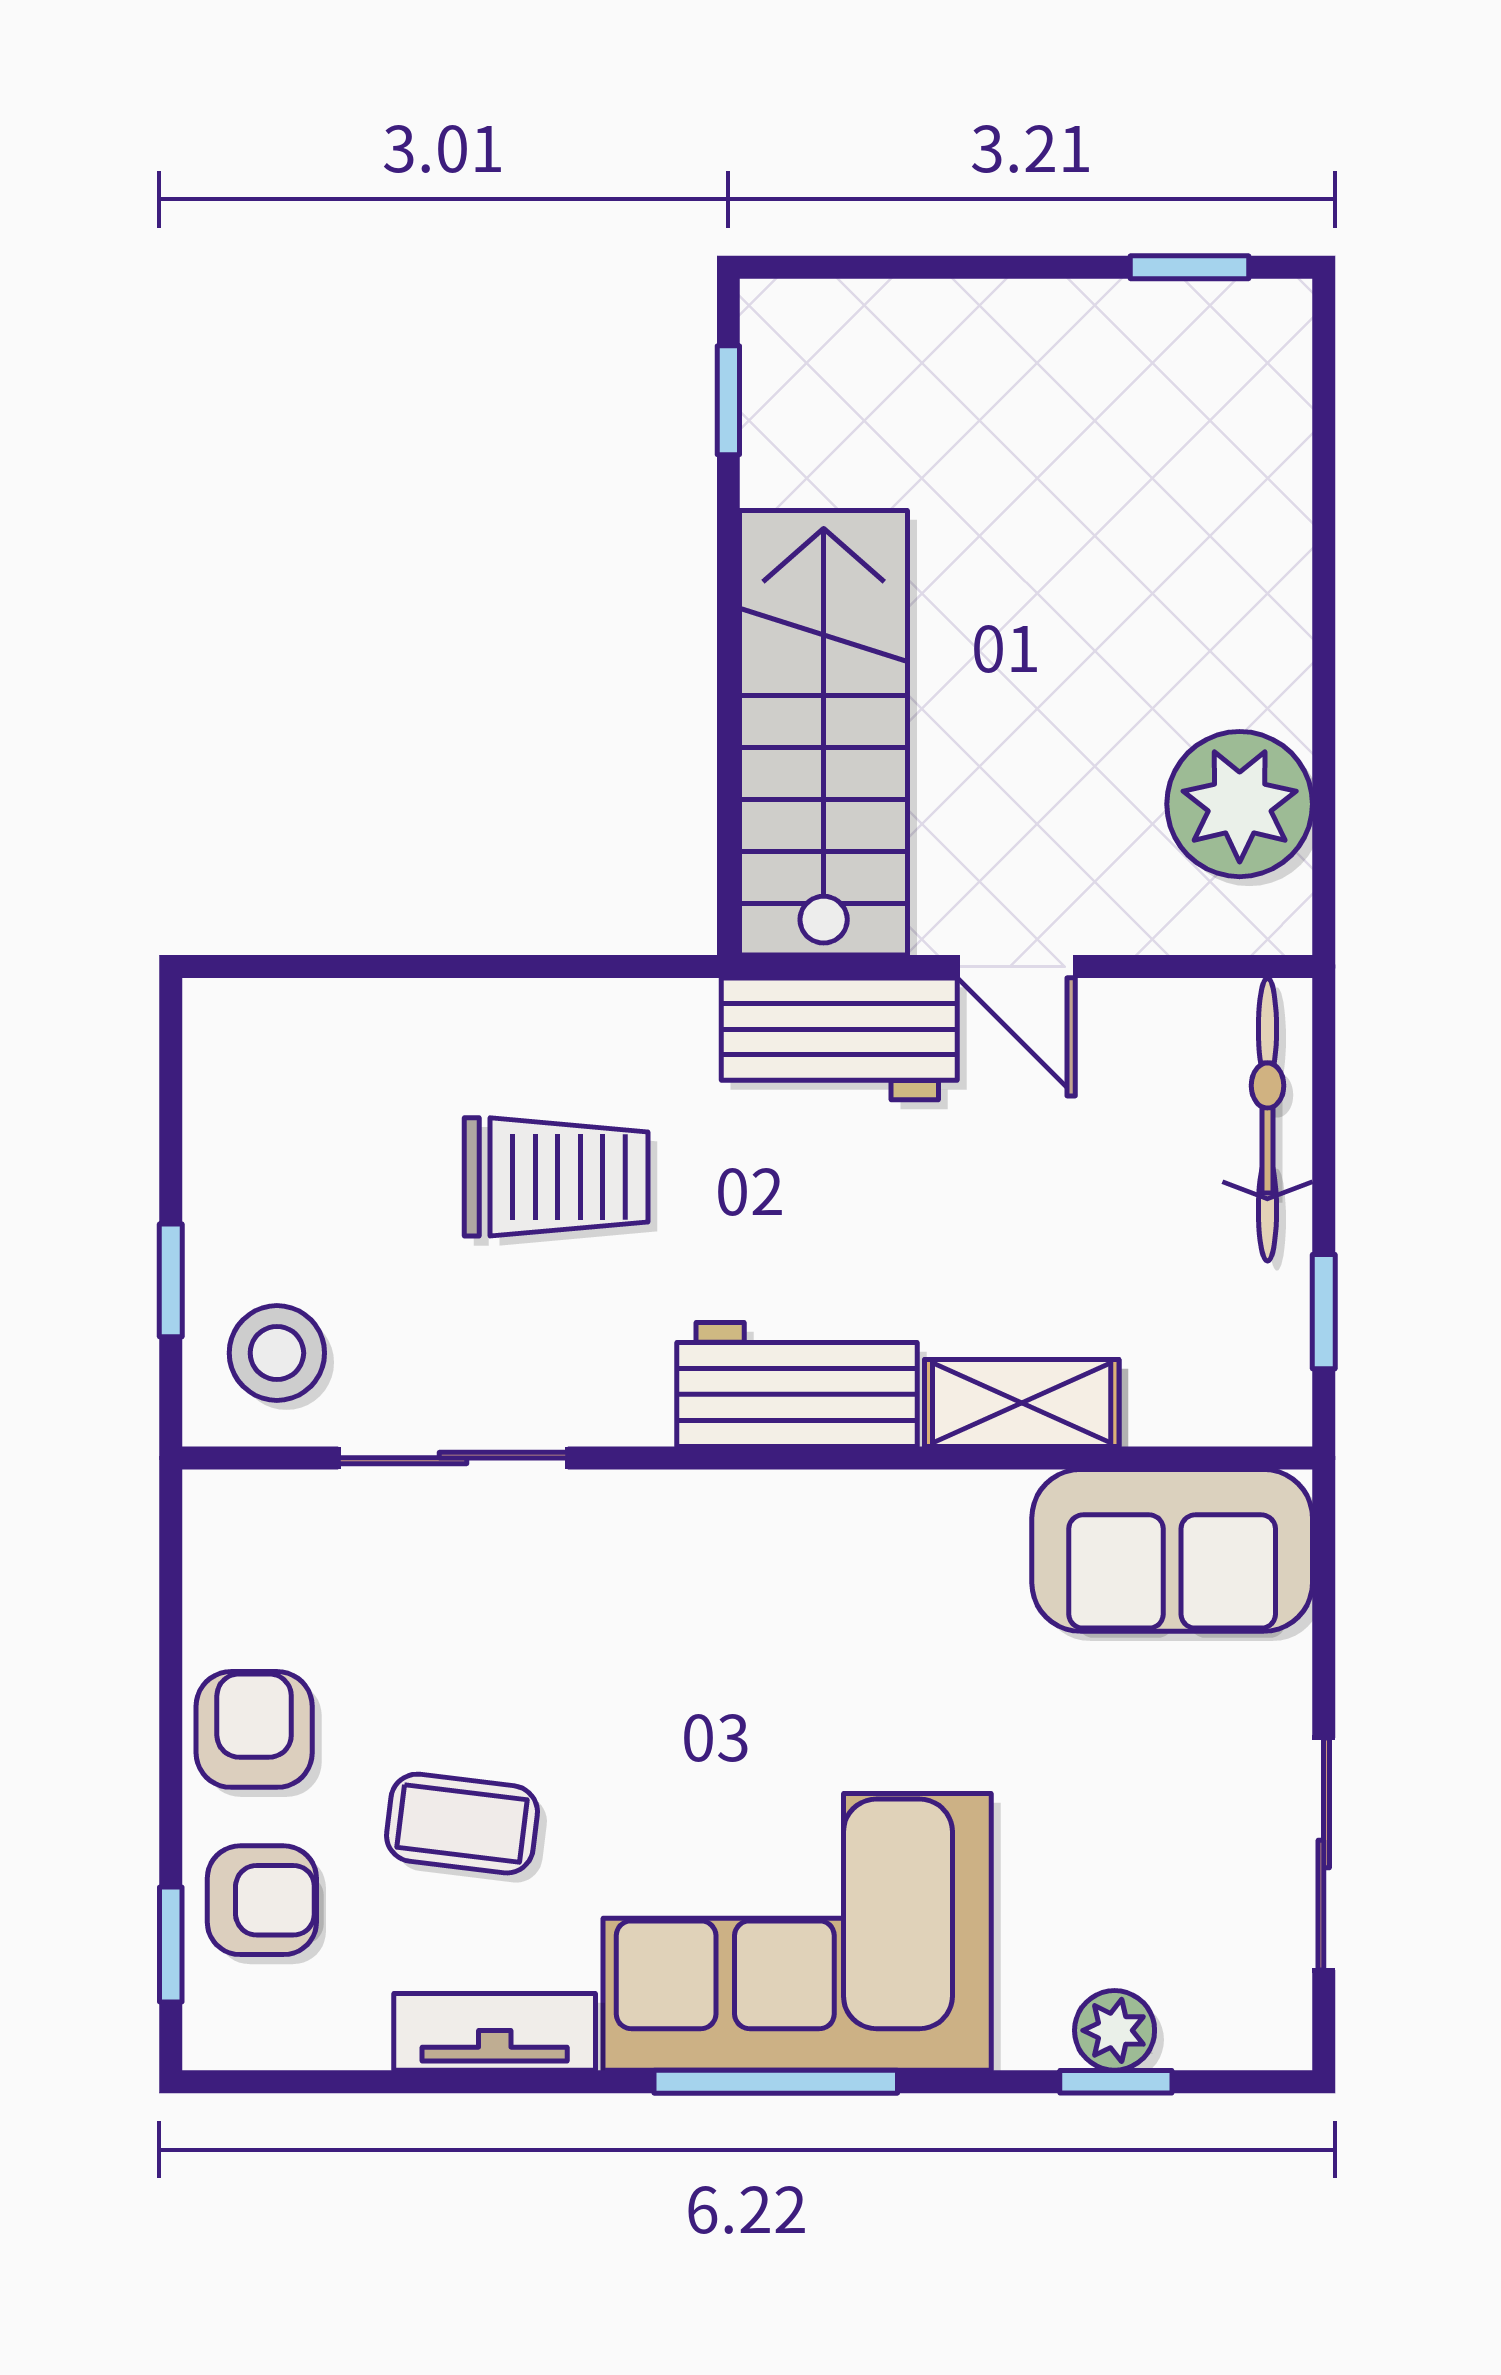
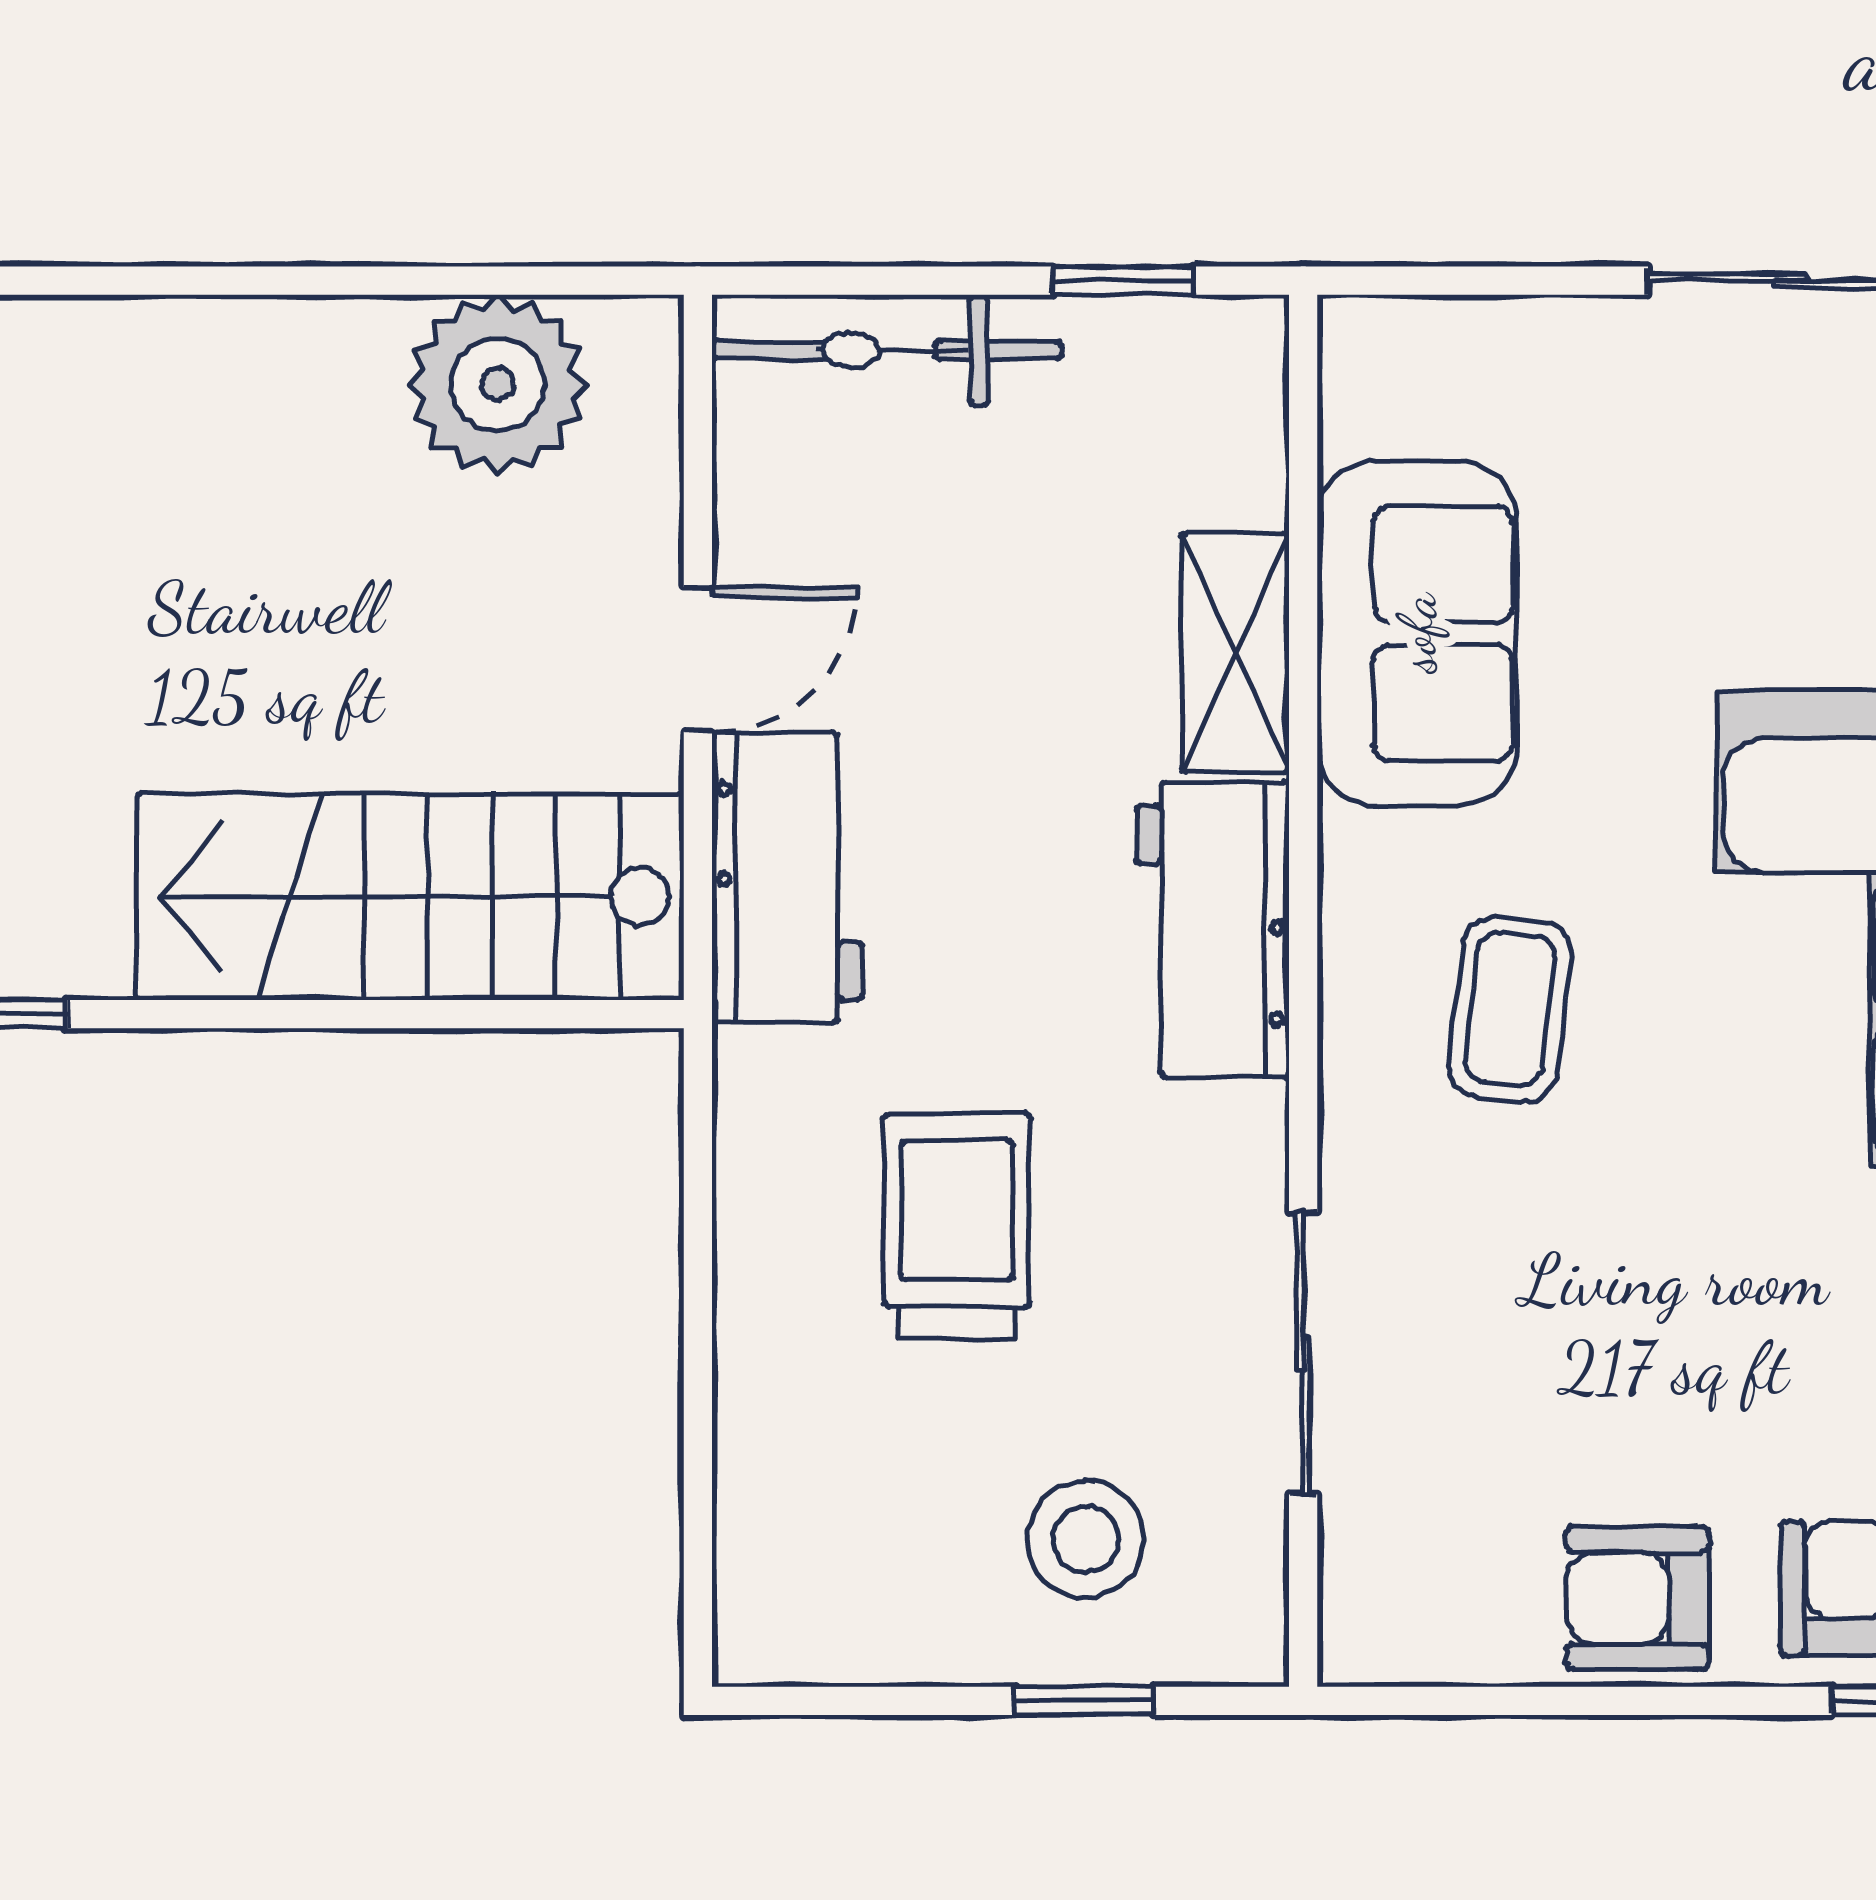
stool: (277, 1353) -> (1086, 1539), moved
sofa: (1172, 1550) -> (1417, 633), moved
coffee table: (462, 1824) -> (1510, 1009), moved

